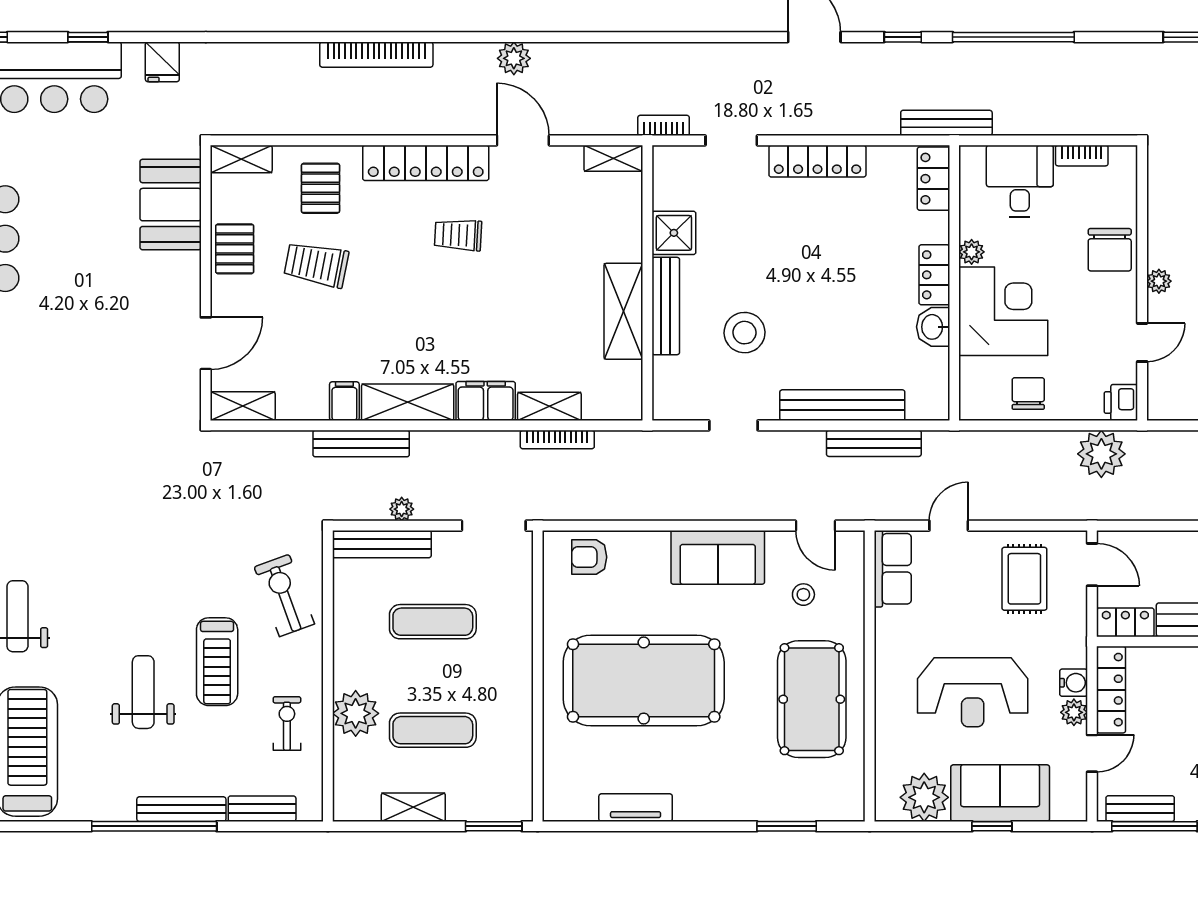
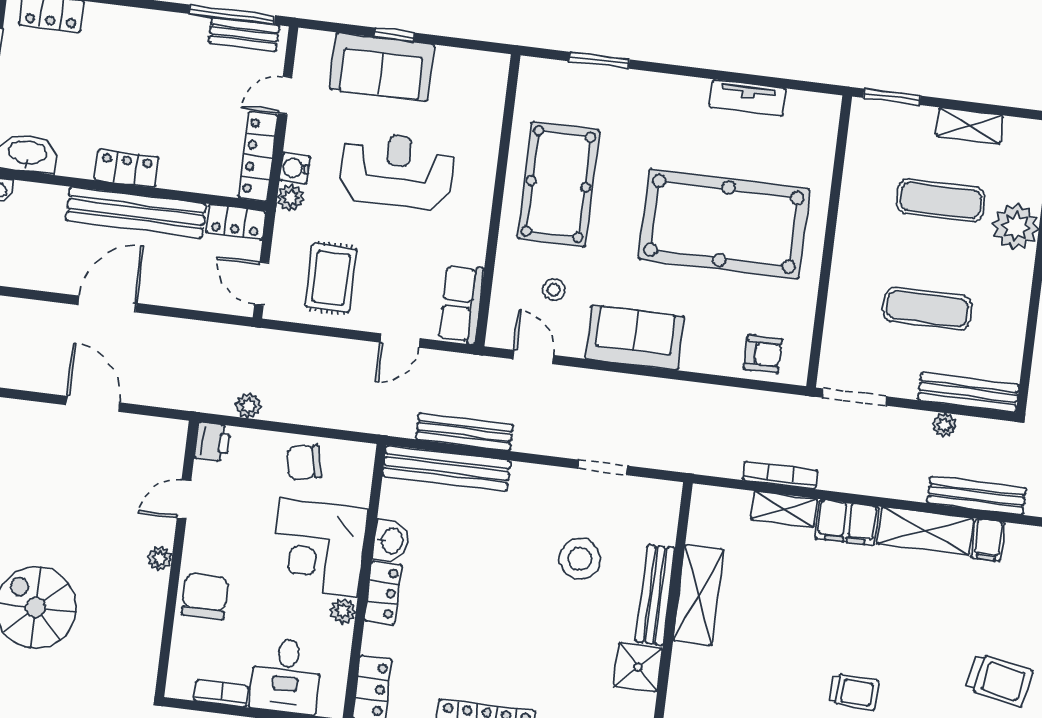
chair: (1028, 394) -> (304, 462), turned 78
bench: (842, 405) -> (446, 468), moved
plant: (1101, 454) -> (248, 406), width x0.53, depth x0.53
plant: (1074, 712) -> (291, 198), moved
plant: (924, 797) -> (458, 72), removed

